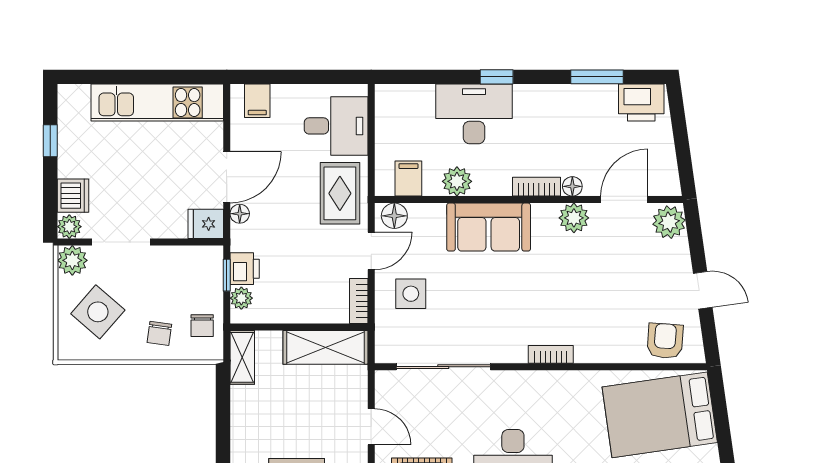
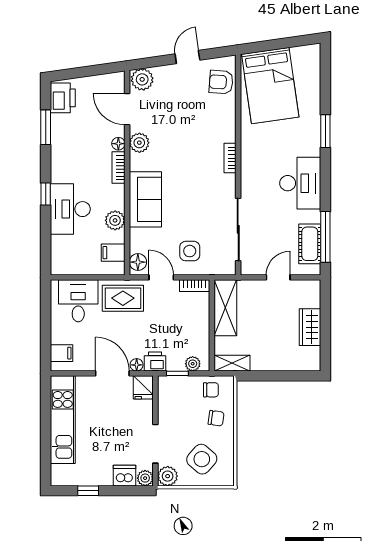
printer: (245, 269) -> (155, 362), moved

